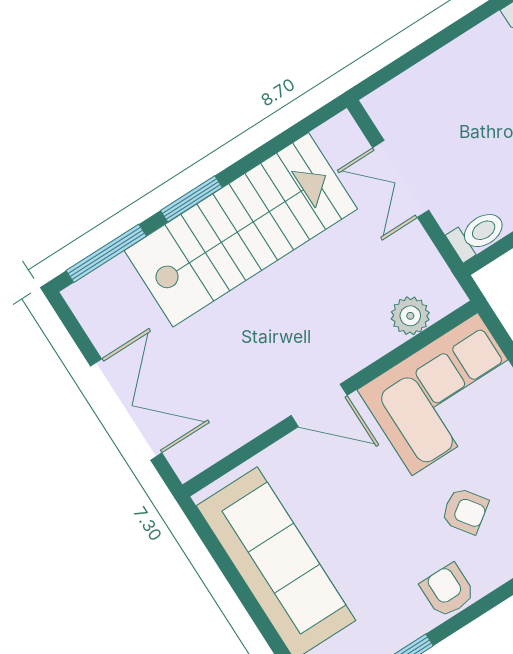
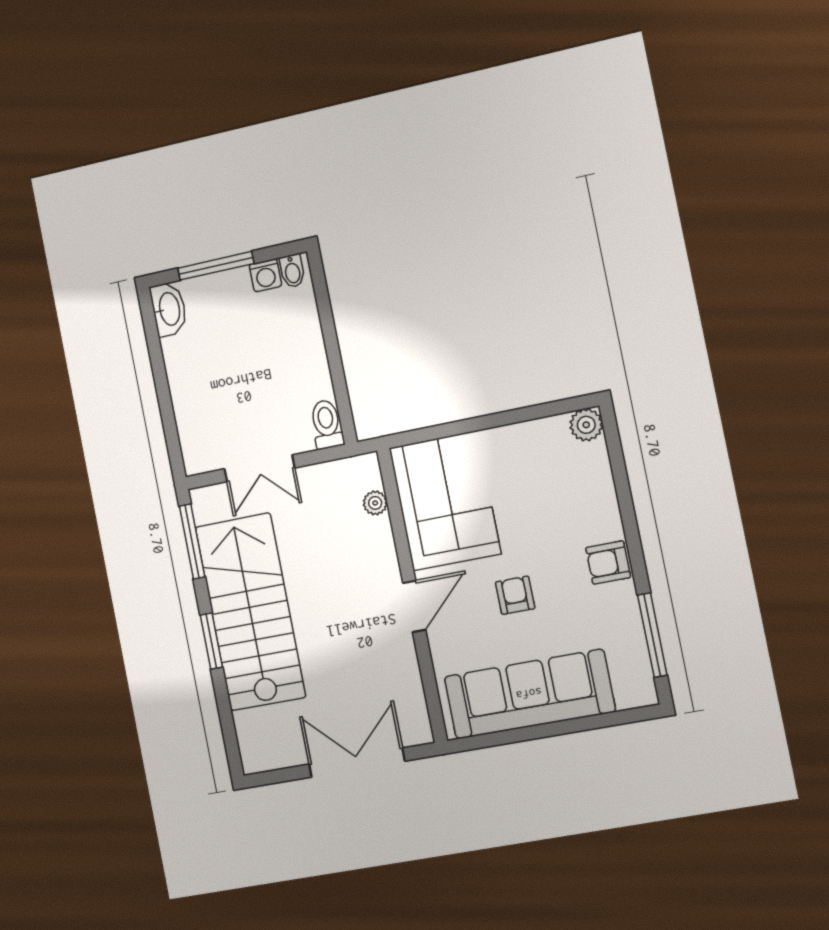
window: (106, 253) -> (192, 541), moved
plant: (410, 316) -> (375, 503), width x0.73, depth x0.73
armchair: (465, 511) -> (515, 595), moved, turned -54

